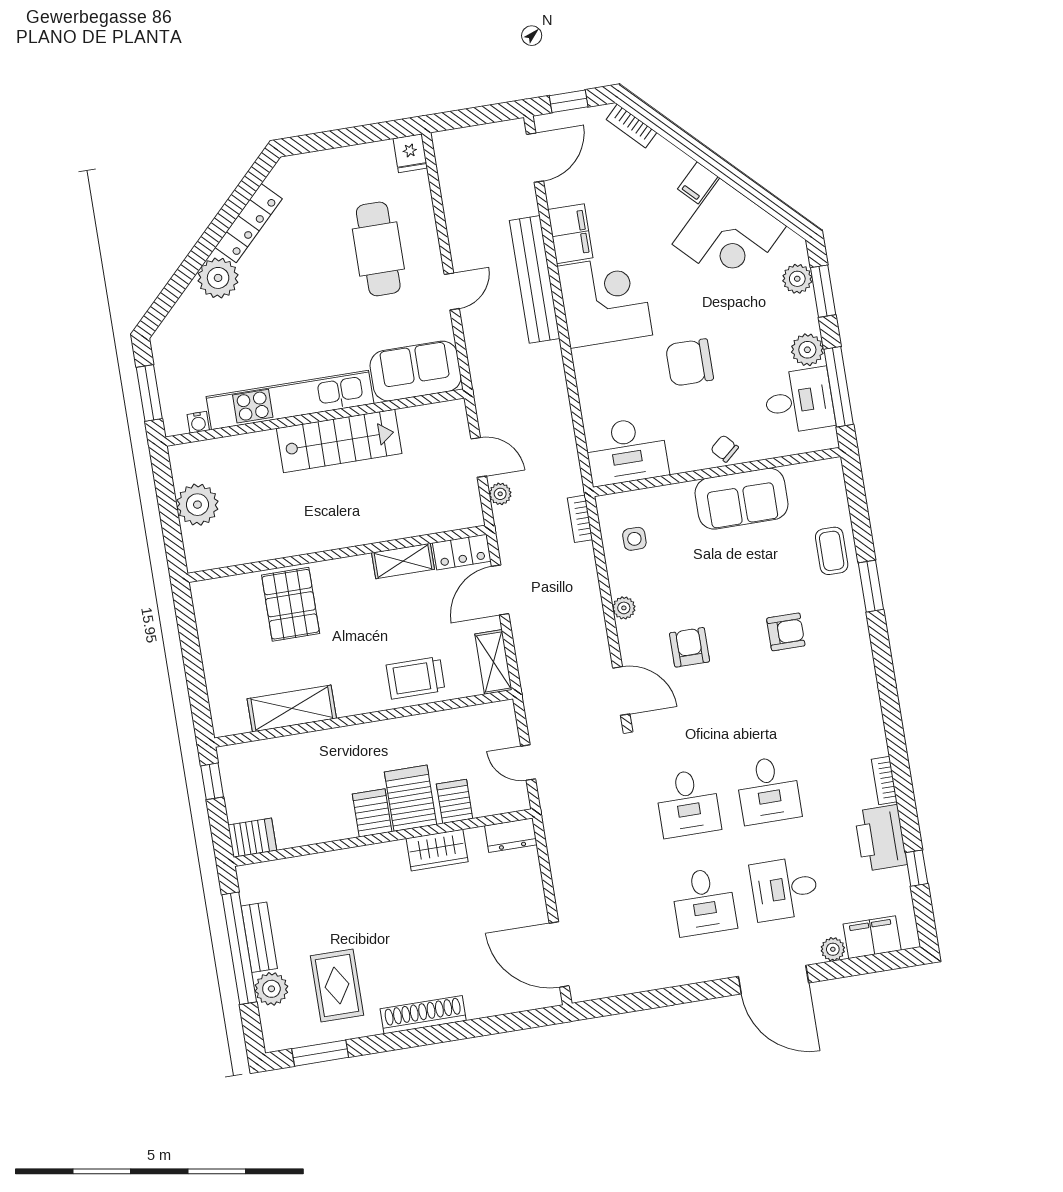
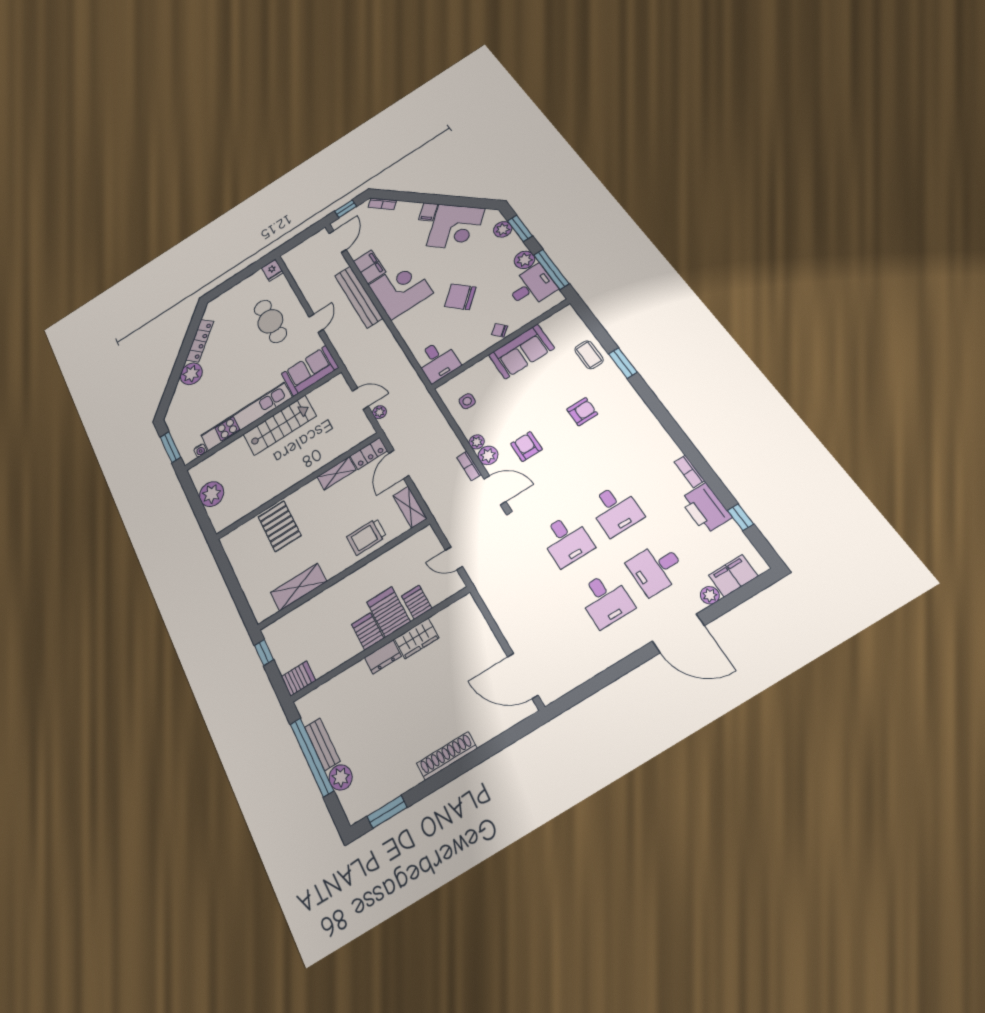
chair: (690, 362) -> (460, 297), turned 46
desk: (626, 451) -> (438, 361), width x0.73
bookcase: (580, 519) -> (469, 466), moved
plant: (632, 636) -> (488, 455), added
dresser: (511, 835) -> (383, 657), moved
rug: (337, 985) -> (383, 758), removed

